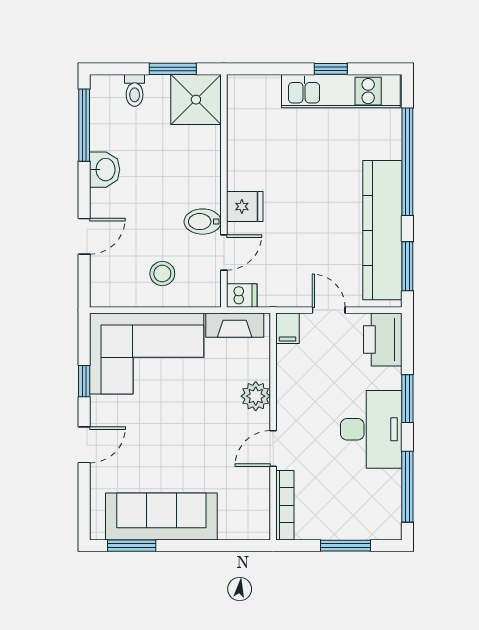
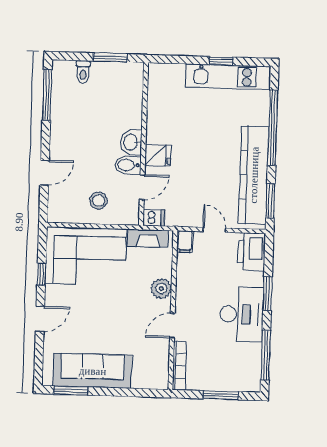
shower: (196, 100) -> (126, 79), removed
washbasin: (105, 170) -> (131, 142), moved, turned 180

